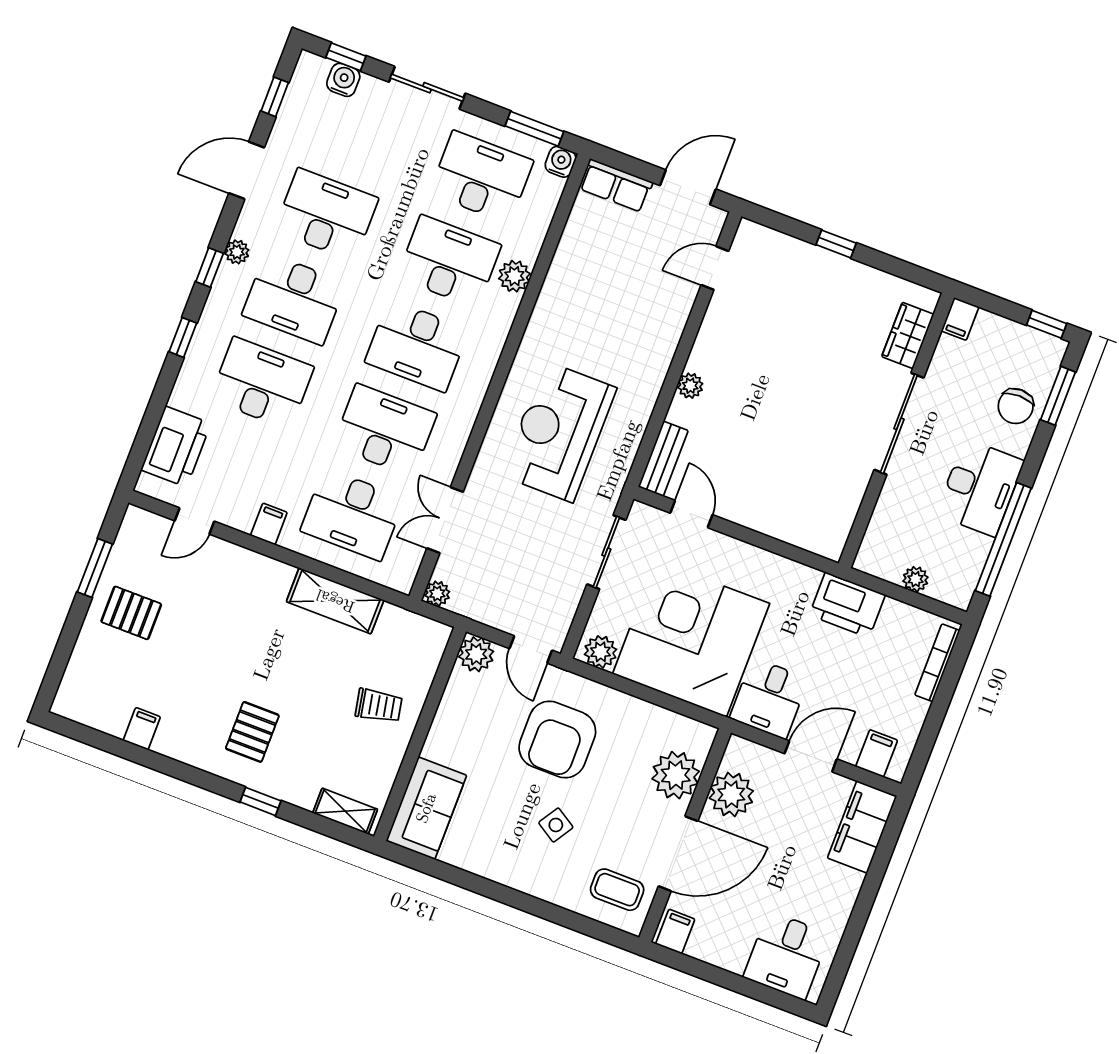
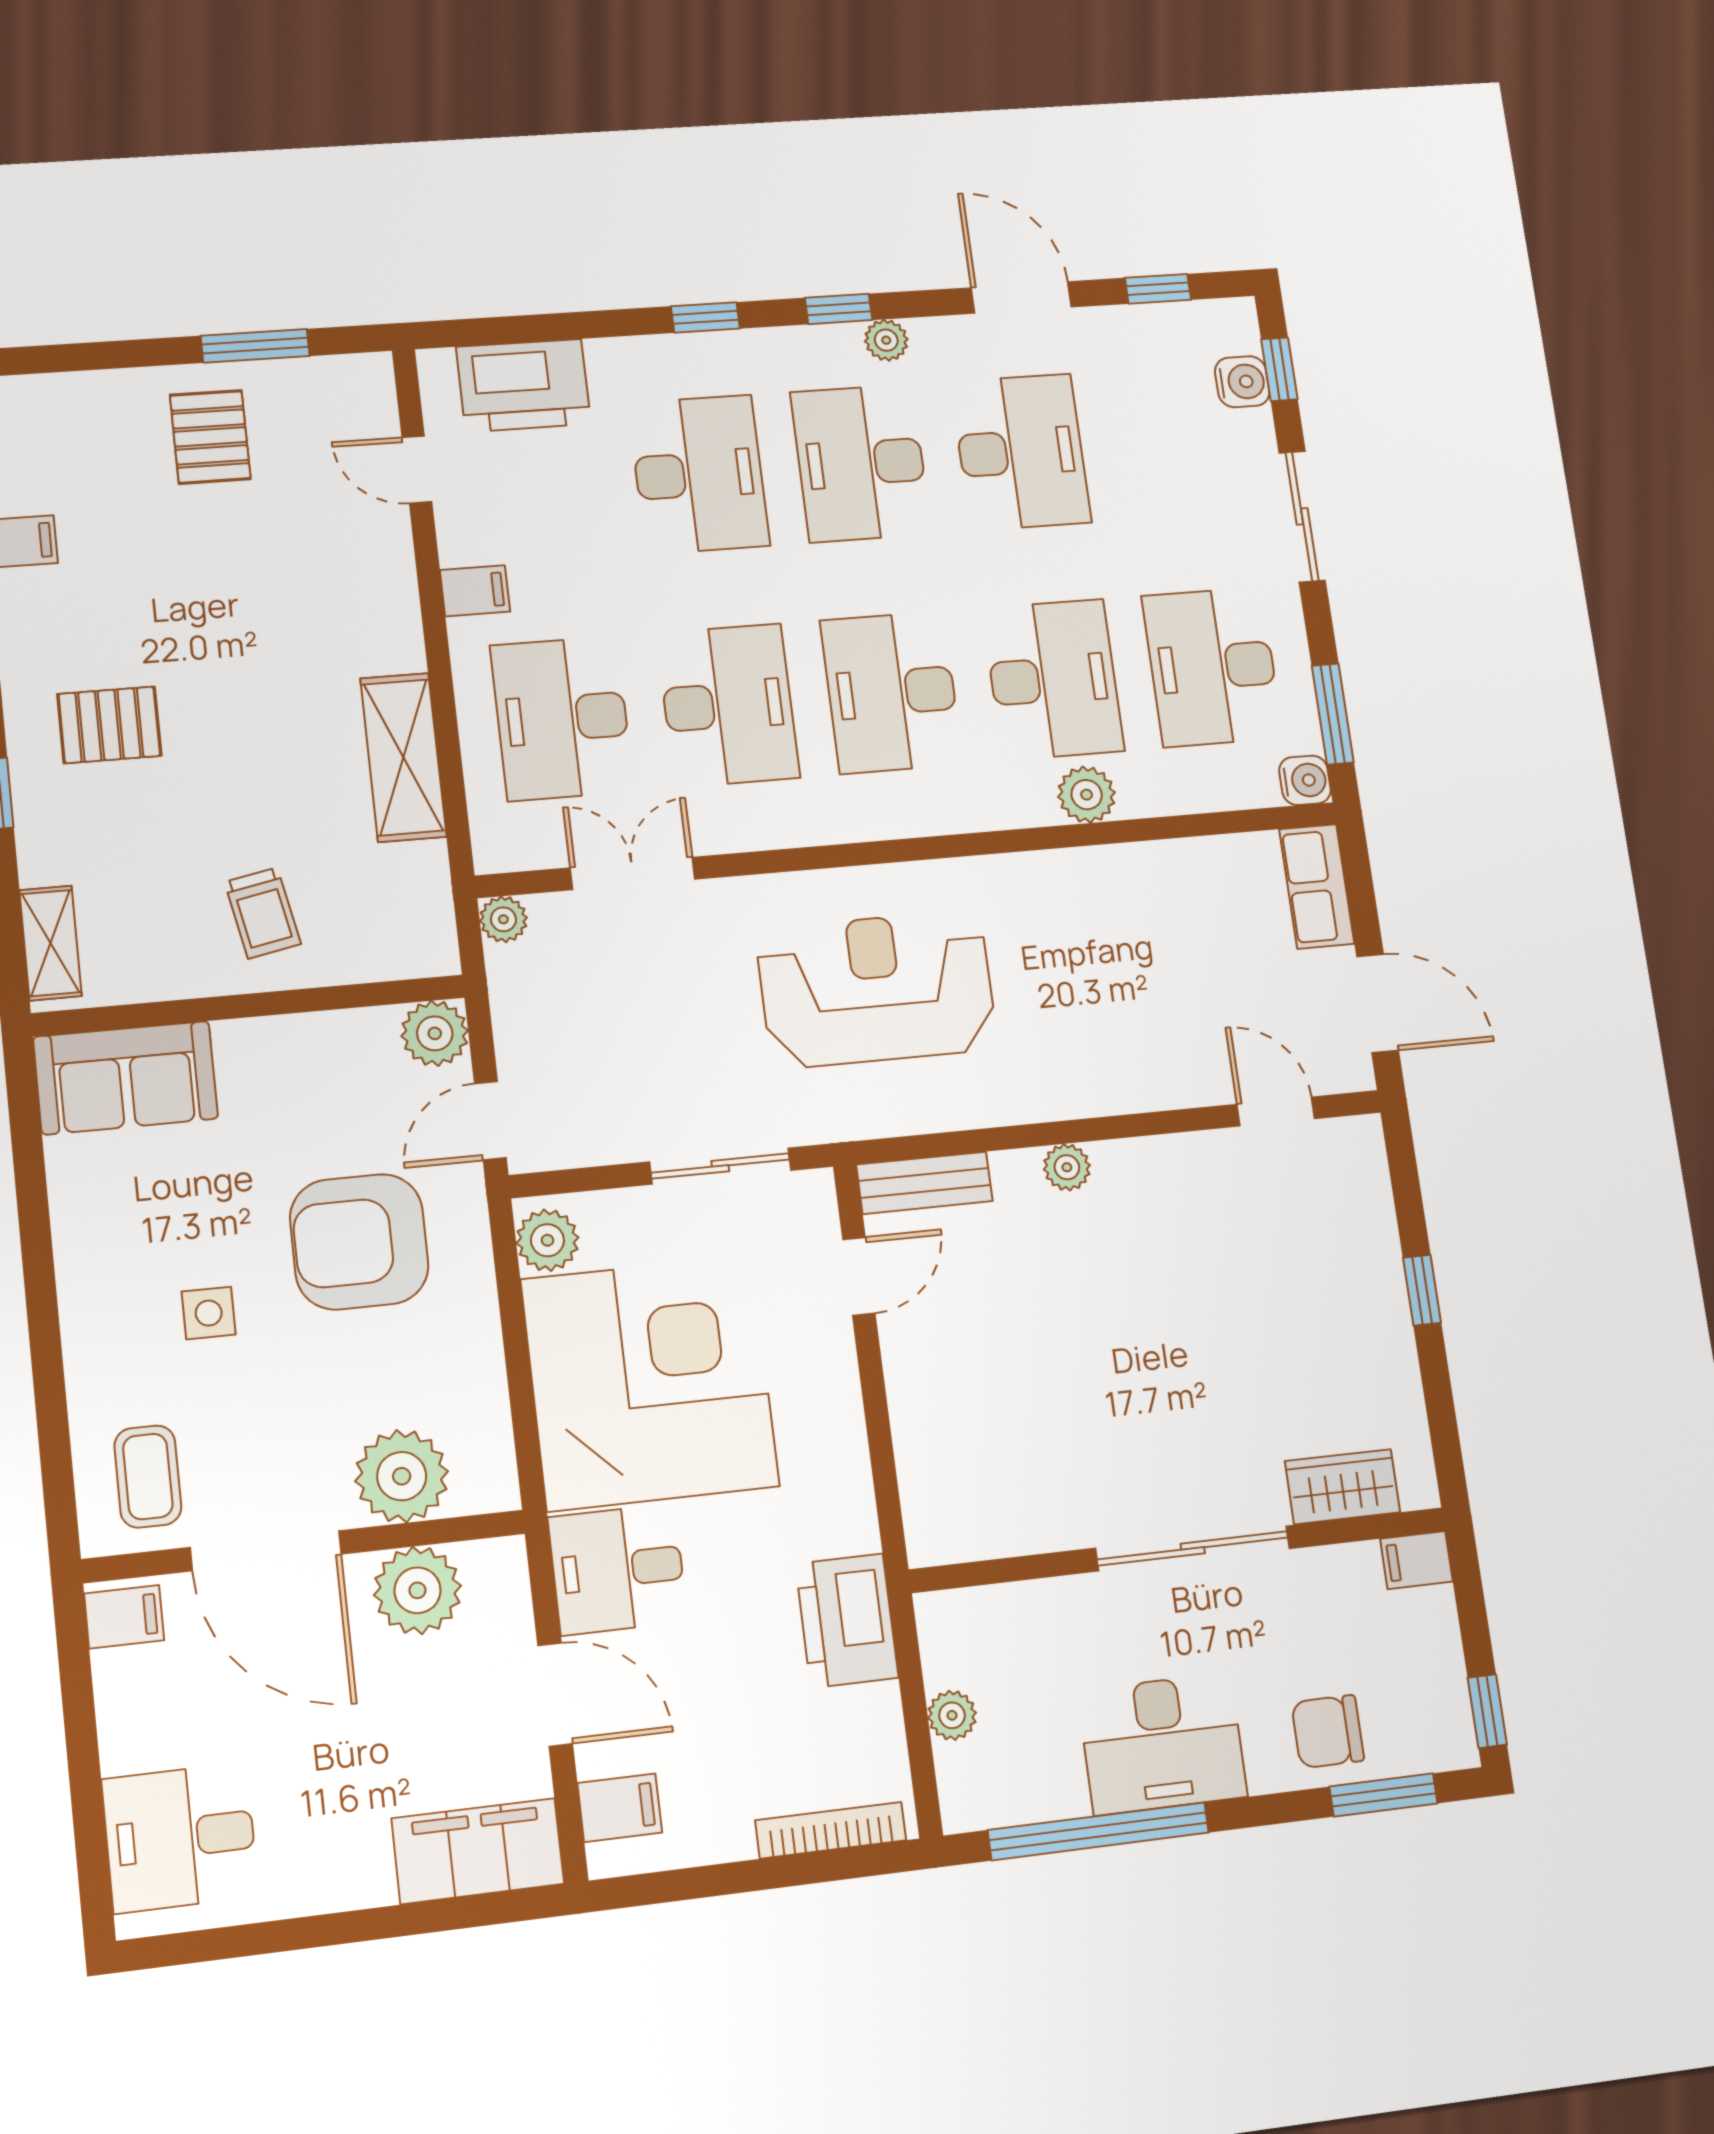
desk: (481, 177) -> (1212, 667), turned 180
side table: (556, 825) -> (209, 1313), turned -32

